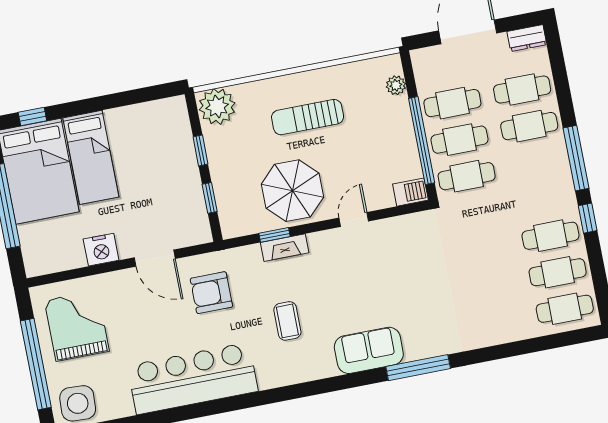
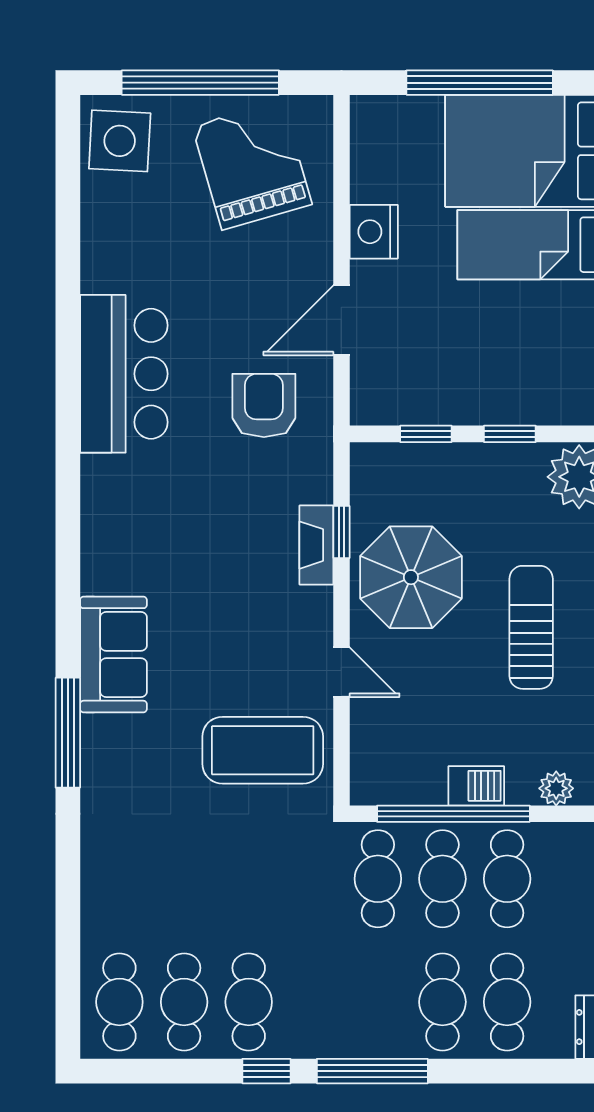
barbecue: (410, 192) -> (476, 786), moved, turned -90
coffee table: (287, 321) -> (263, 750), moved, width x1.86, depth x1.72
grand piano: (77, 326) -> (252, 165), turned -106
bar counter: (193, 378) -> (124, 374), width x0.73

